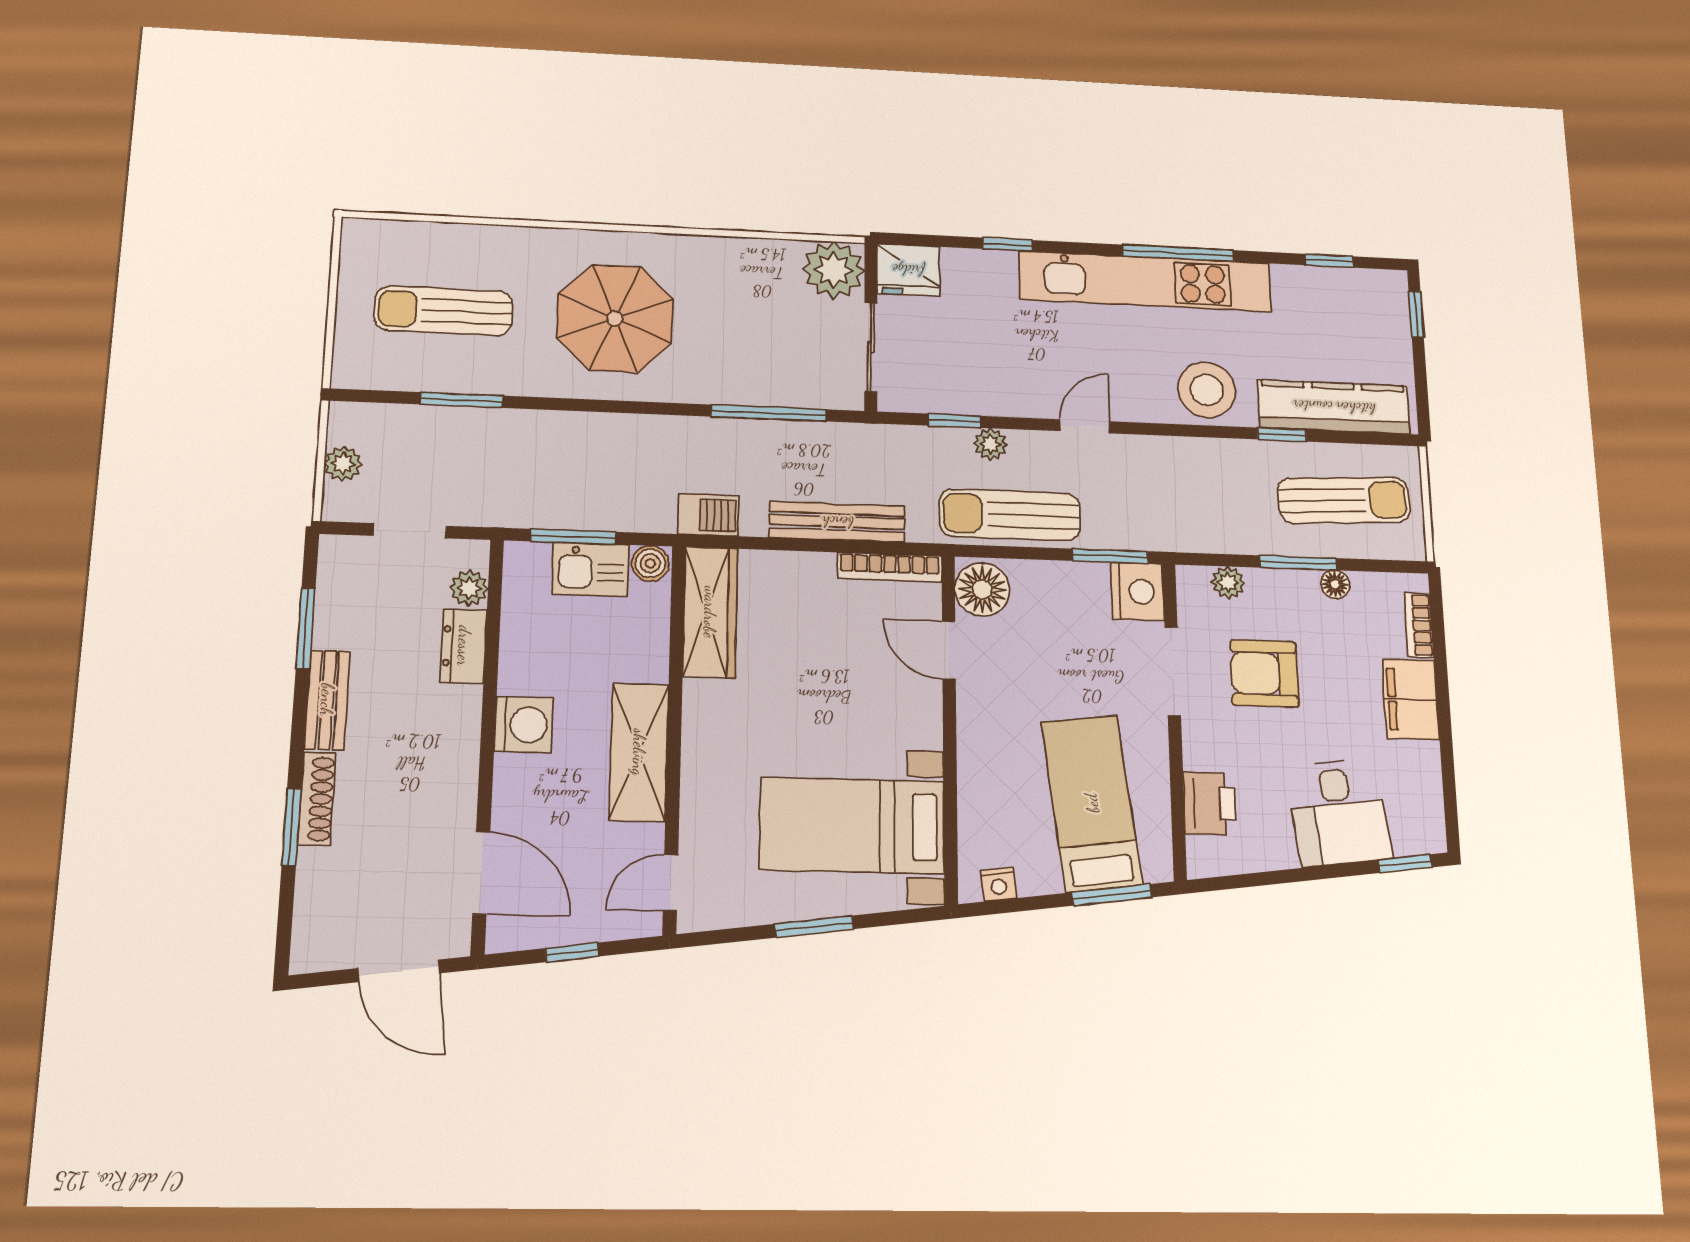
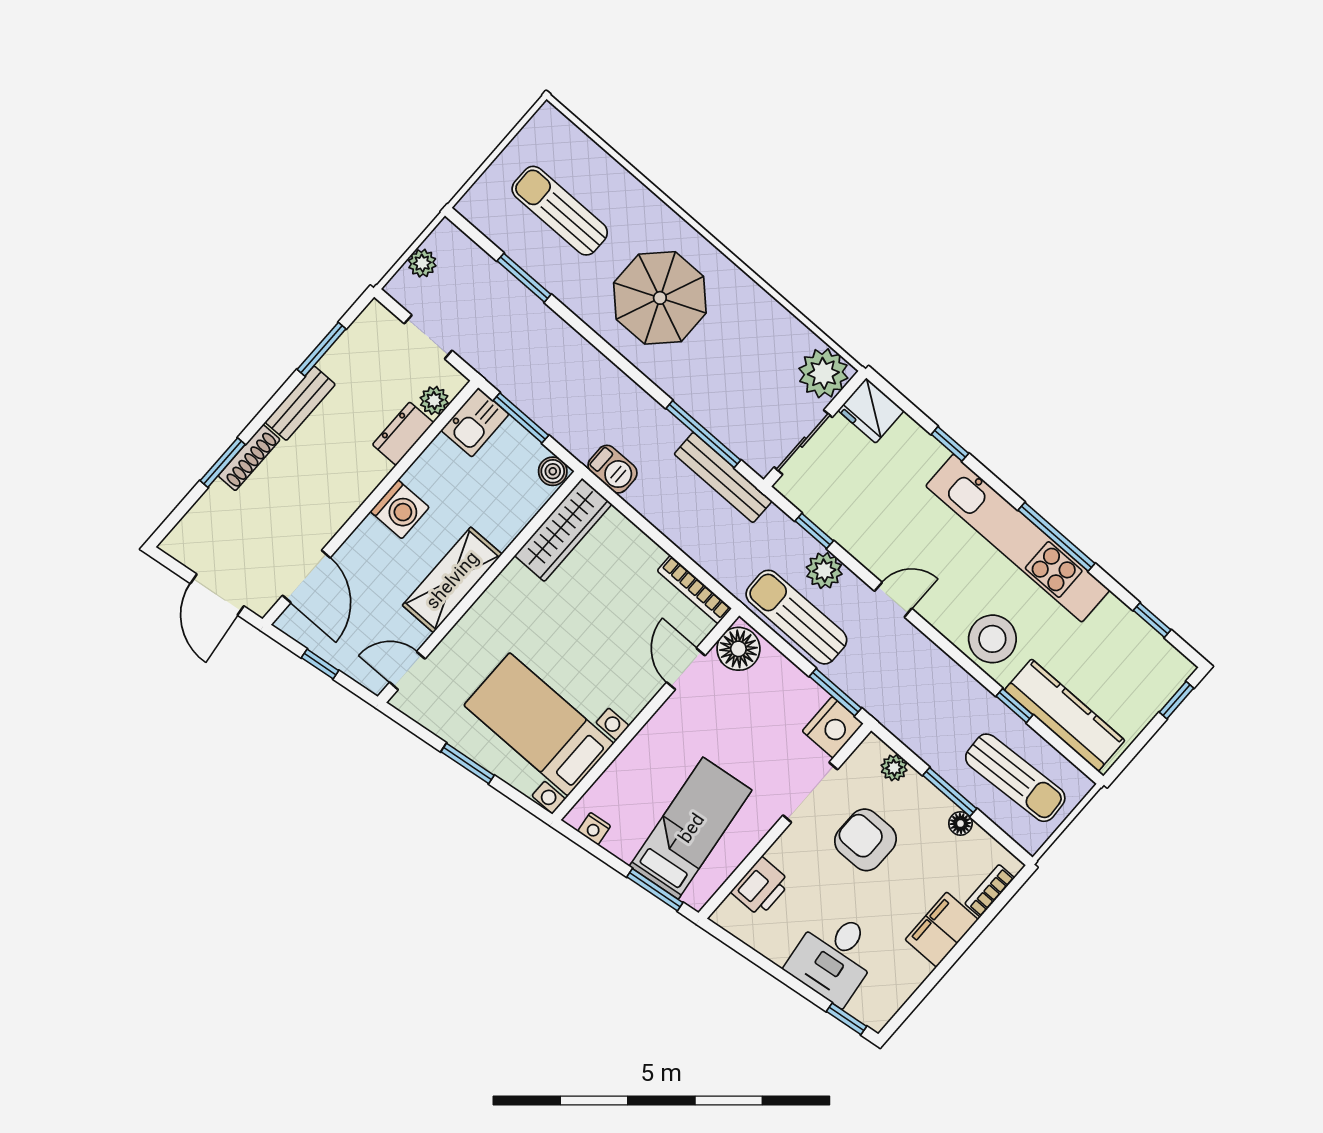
plant: (990, 444) -> (824, 571), width x1.38, depth x1.38
bench: (837, 522) -> (723, 478), moved
kitchen sink: (590, 569) -> (475, 422), moved, turned -90

